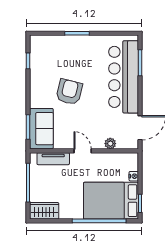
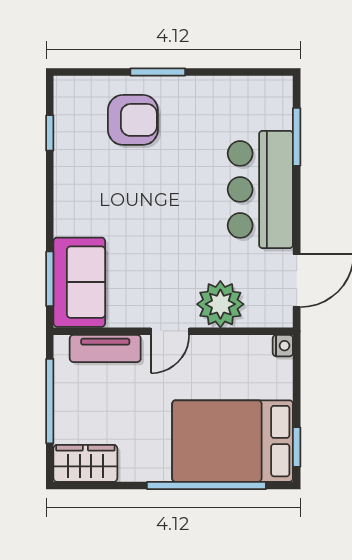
bar counter: (124, 77) -> (260, 189), width x0.73
armchair: (69, 92) -> (133, 120), moved, turned 76
plant: (110, 144) -> (220, 304), width x1.88, depth x1.88
door: (83, 151) -> (170, 331), swing flipped
nightstand: (134, 176) -> (283, 346), moved

